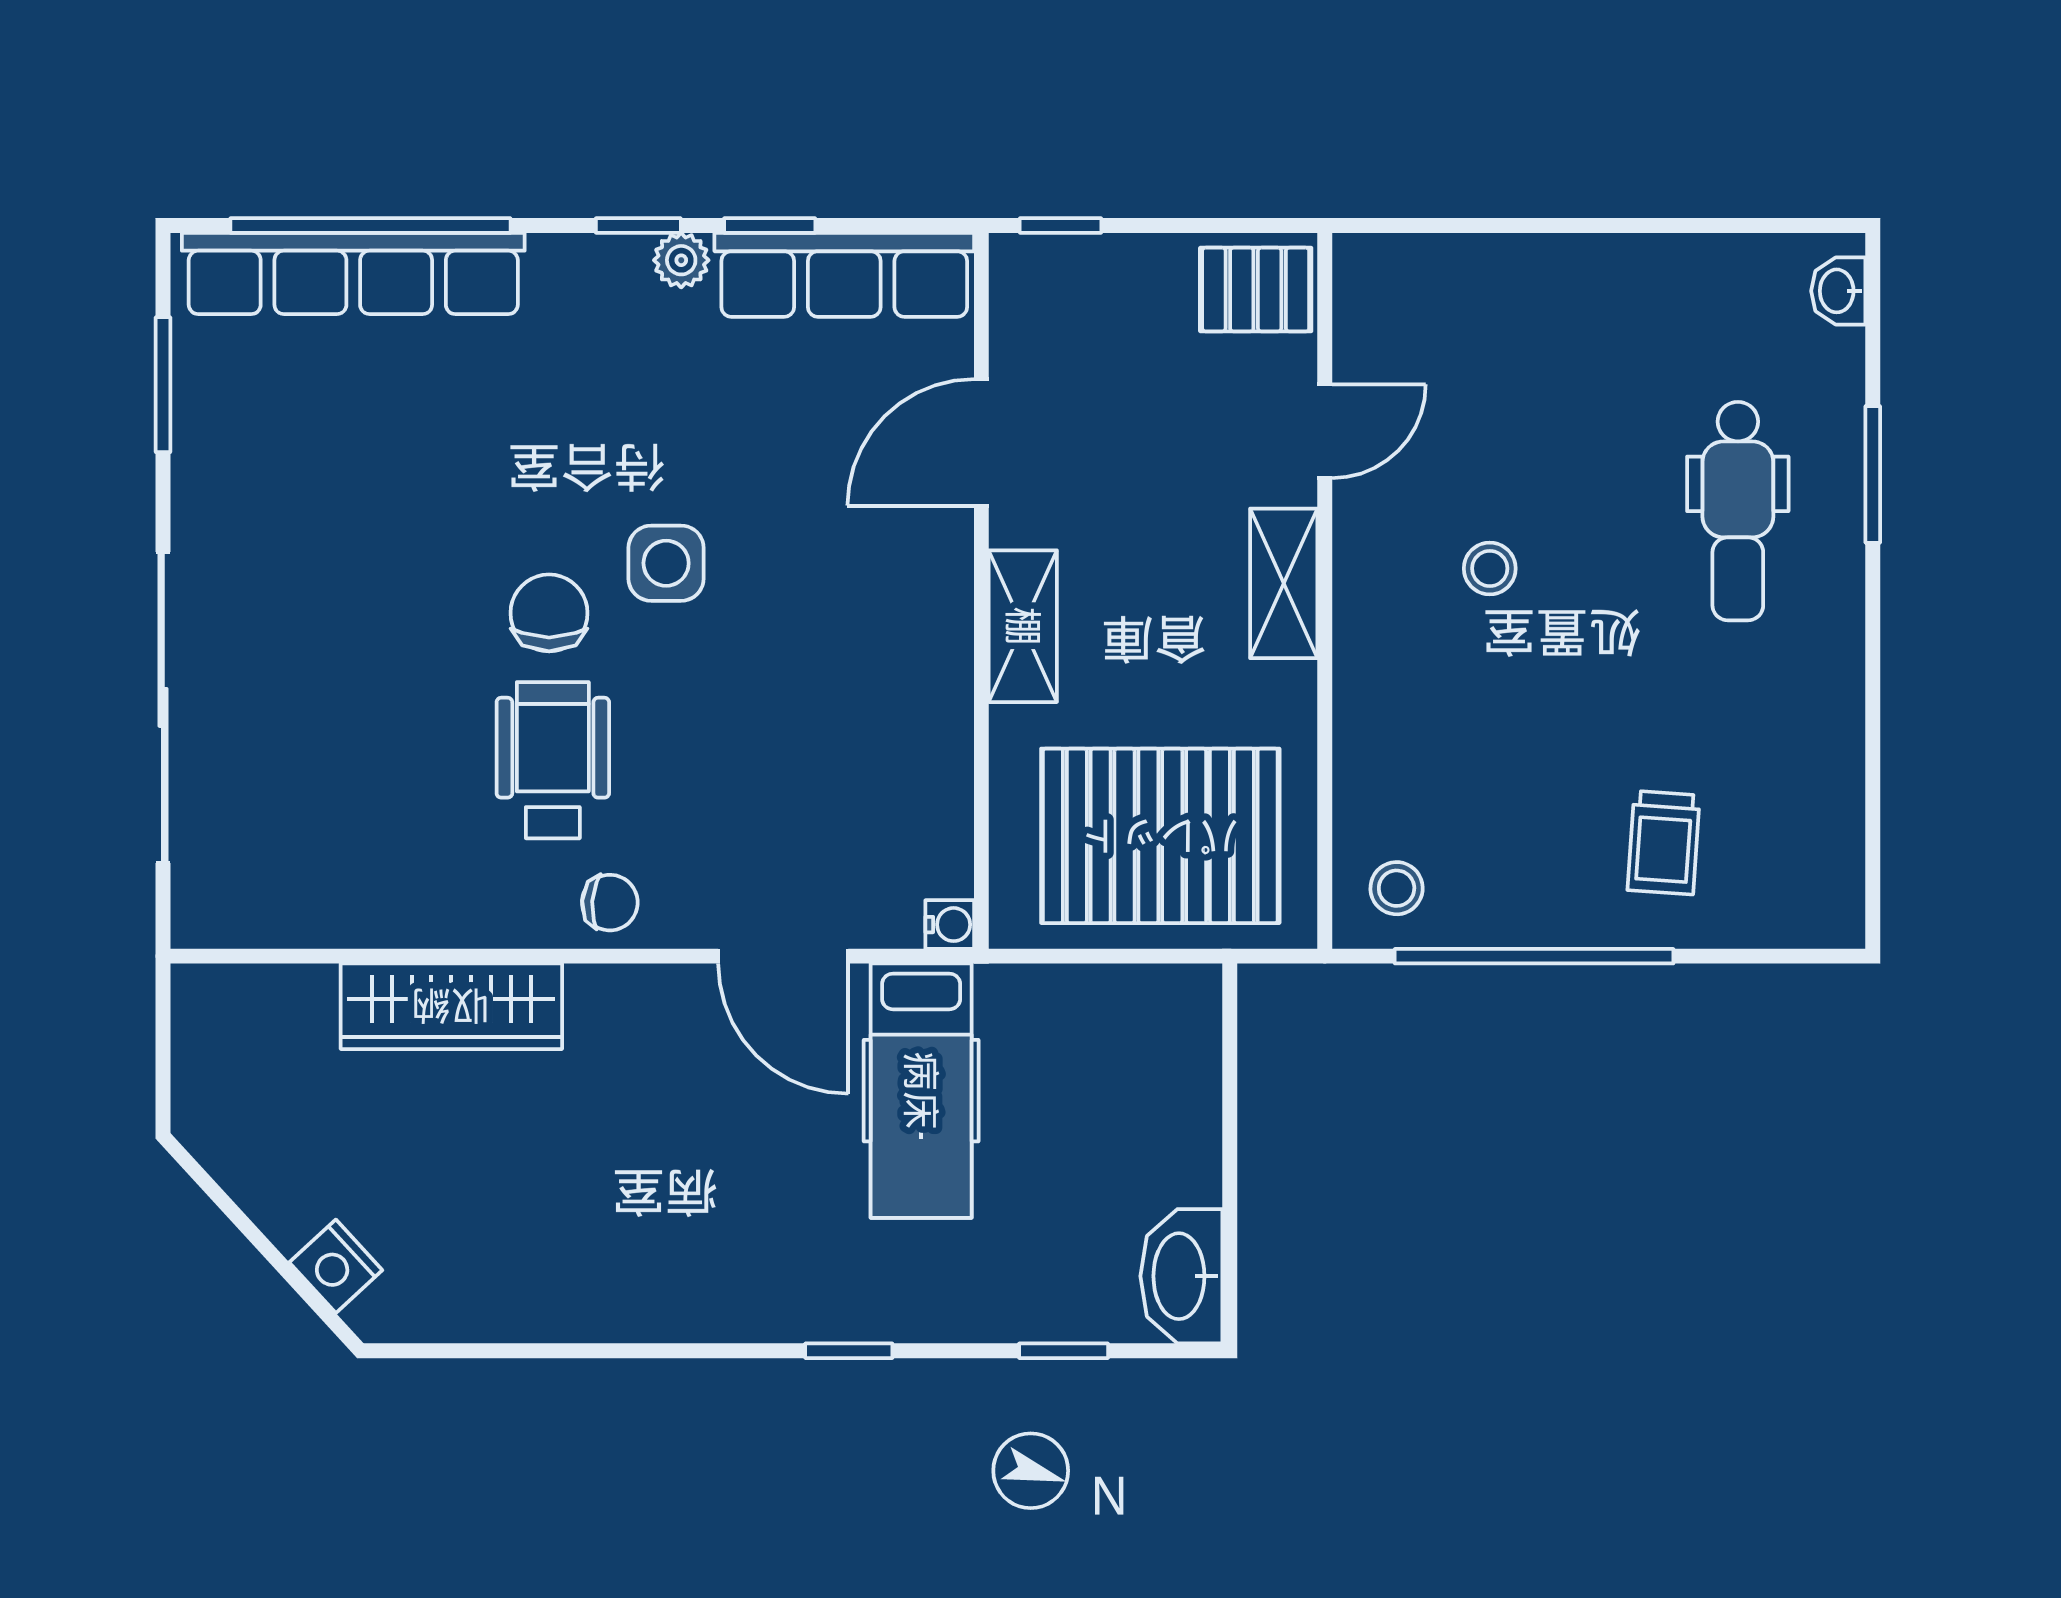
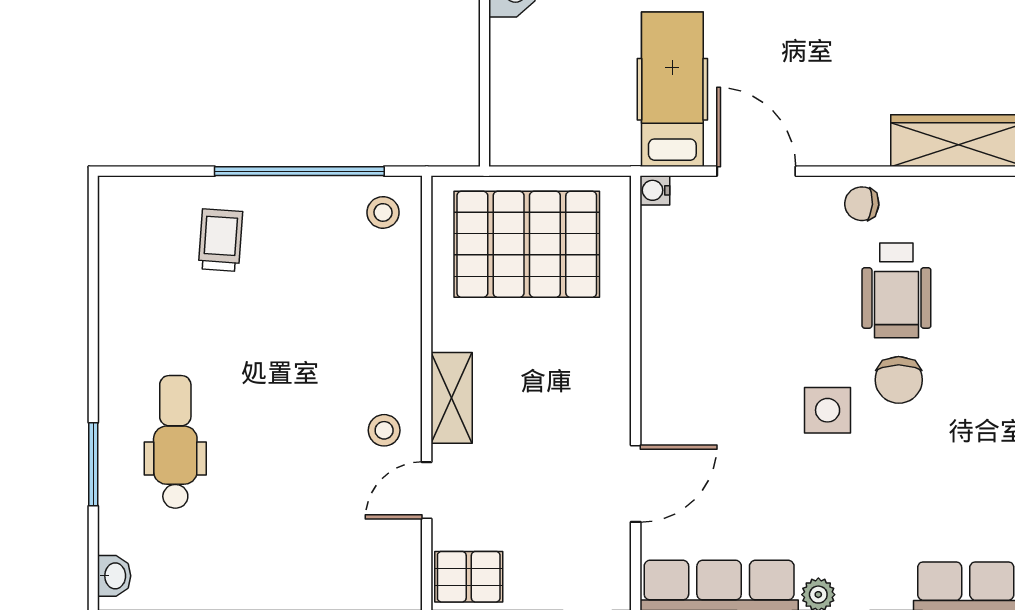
stool: (1490, 568) -> (384, 430), moved
shelving: (1023, 626) -> (610, 372), removed

